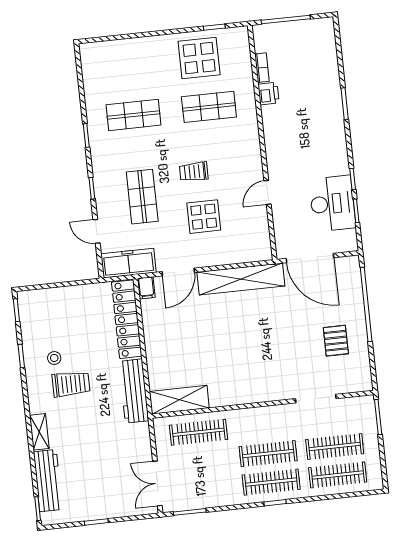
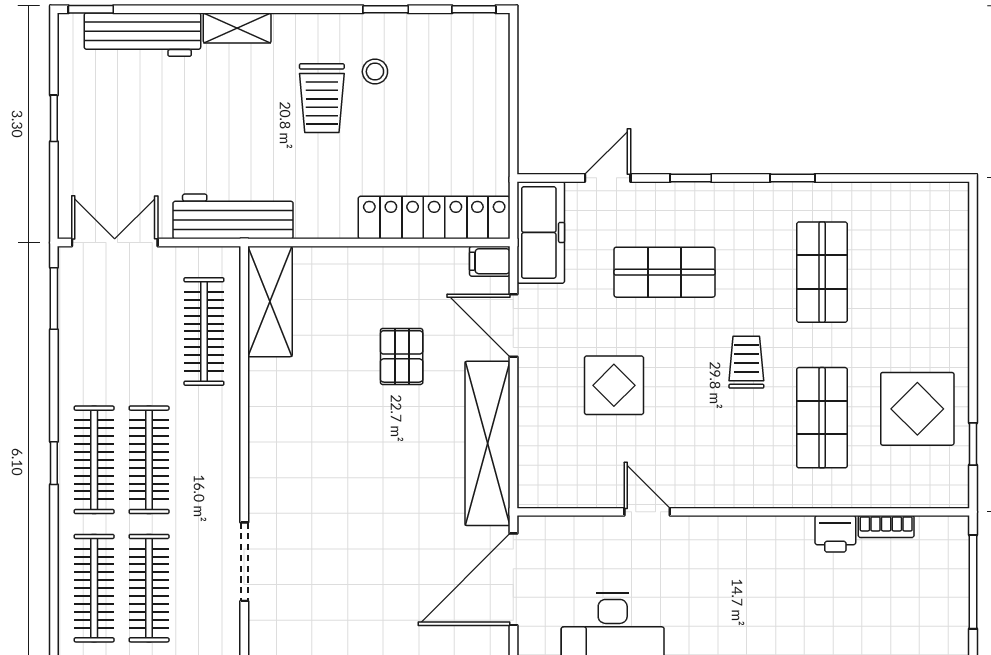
trolley: (194, 172) -> (746, 362), moved
pallet: (336, 341) -> (402, 356), moved, turned 90
workbench: (134, 391) -> (233, 216), moved

